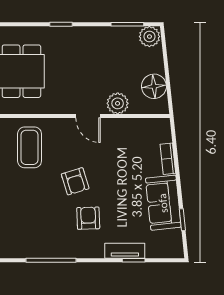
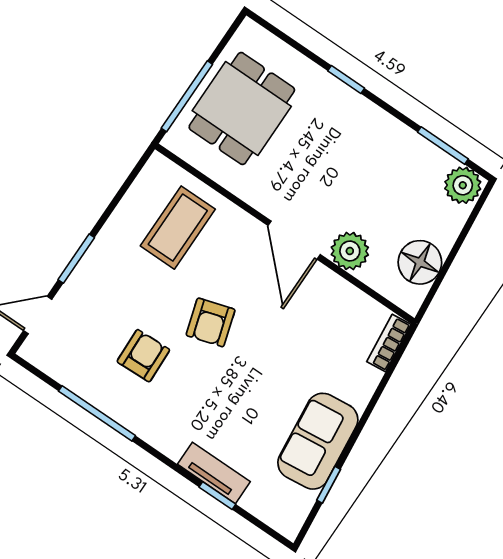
door: (88, 116) -> (294, 240), width x1.38
bookcase: (168, 159) -> (389, 343), moved
armchair: (88, 218) -> (143, 356), moved

